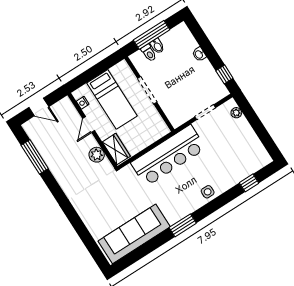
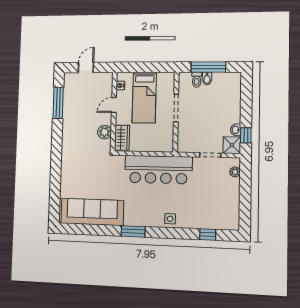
washbasin: (199, 54) -> (236, 130), moved
shower: (218, 91) -> (232, 145), added
door: (39, 107) -> (86, 67), swing flipped

